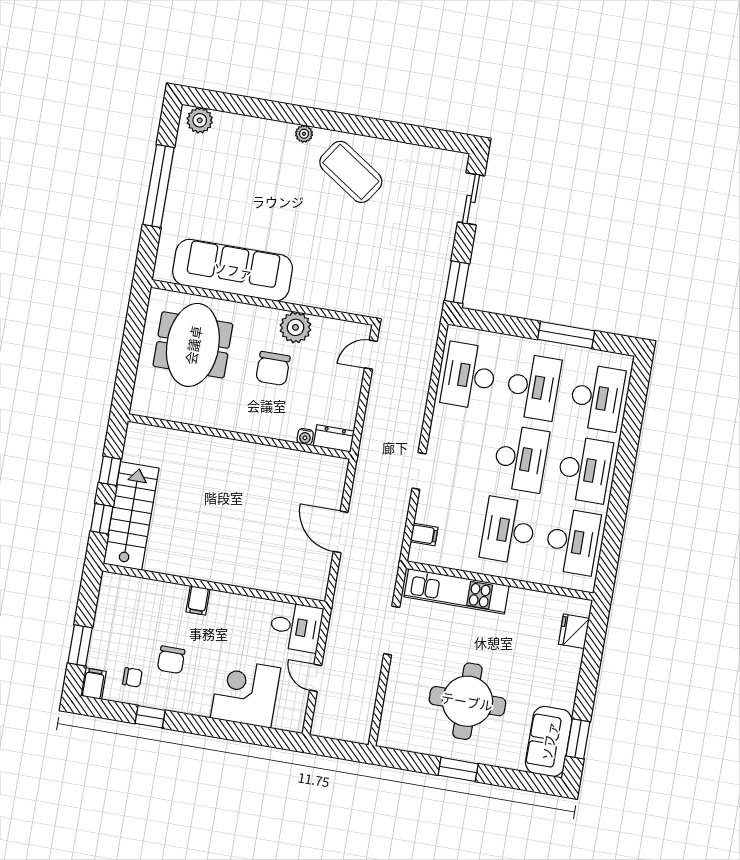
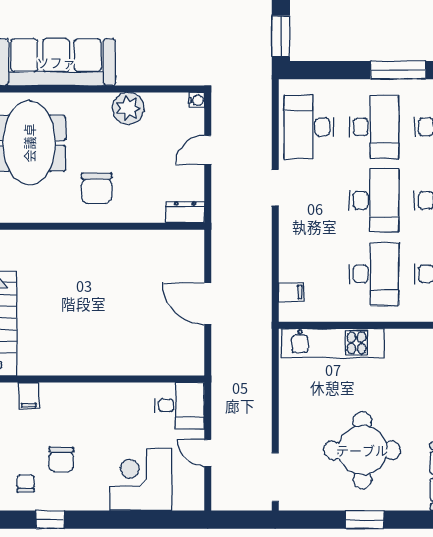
door: (371, 355) -> (208, 150), moved
chair: (273, 368) -> (97, 188), moved
water cooler: (305, 437) -> (197, 100), moved, turned -90
doorway: (419, 471) -> (275, 188), moved
desk: (508, 531) -> (374, 274), turned 180
filing cabinet: (198, 600) -> (29, 396), moved
doorway: (392, 631) -> (275, 477), moved
chair: (132, 677) -> (26, 483), turned -90

